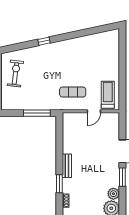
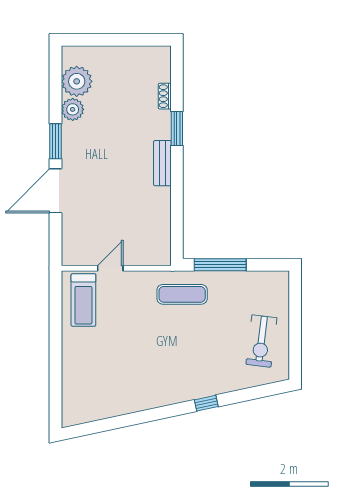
exercise mat: (73, 92) -> (182, 294), moved

